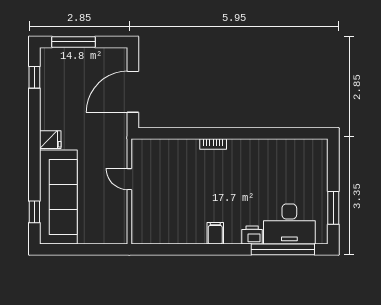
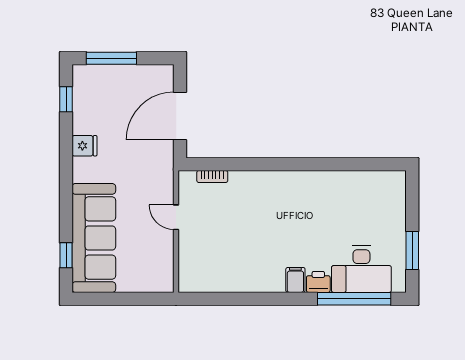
fridge: (50, 140) -> (84, 146), moved
bookcase: (213, 144) -> (212, 177), moved
filing cabinet: (215, 233) -> (295, 280), moved

